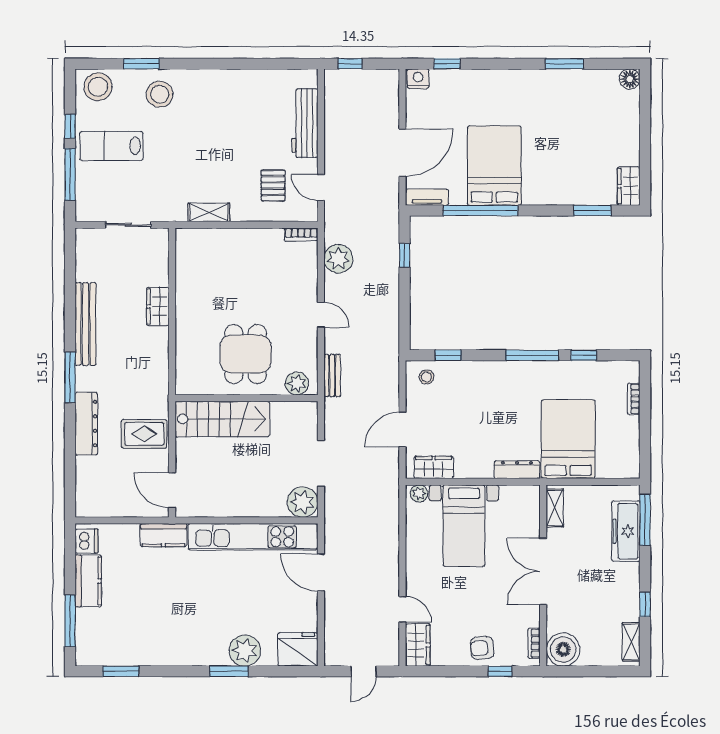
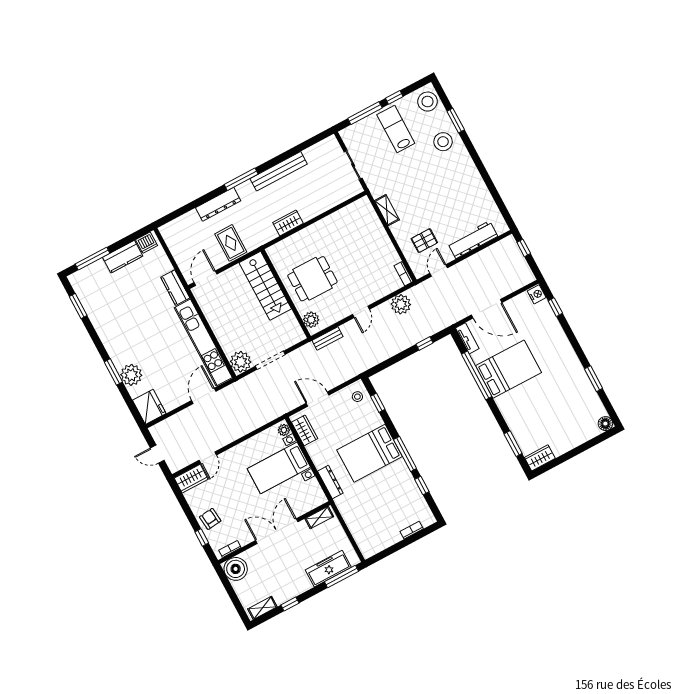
wardrobe: (158, 306) -> (288, 223), moved
bed: (568, 439) -> (370, 453), moved, turned 180

